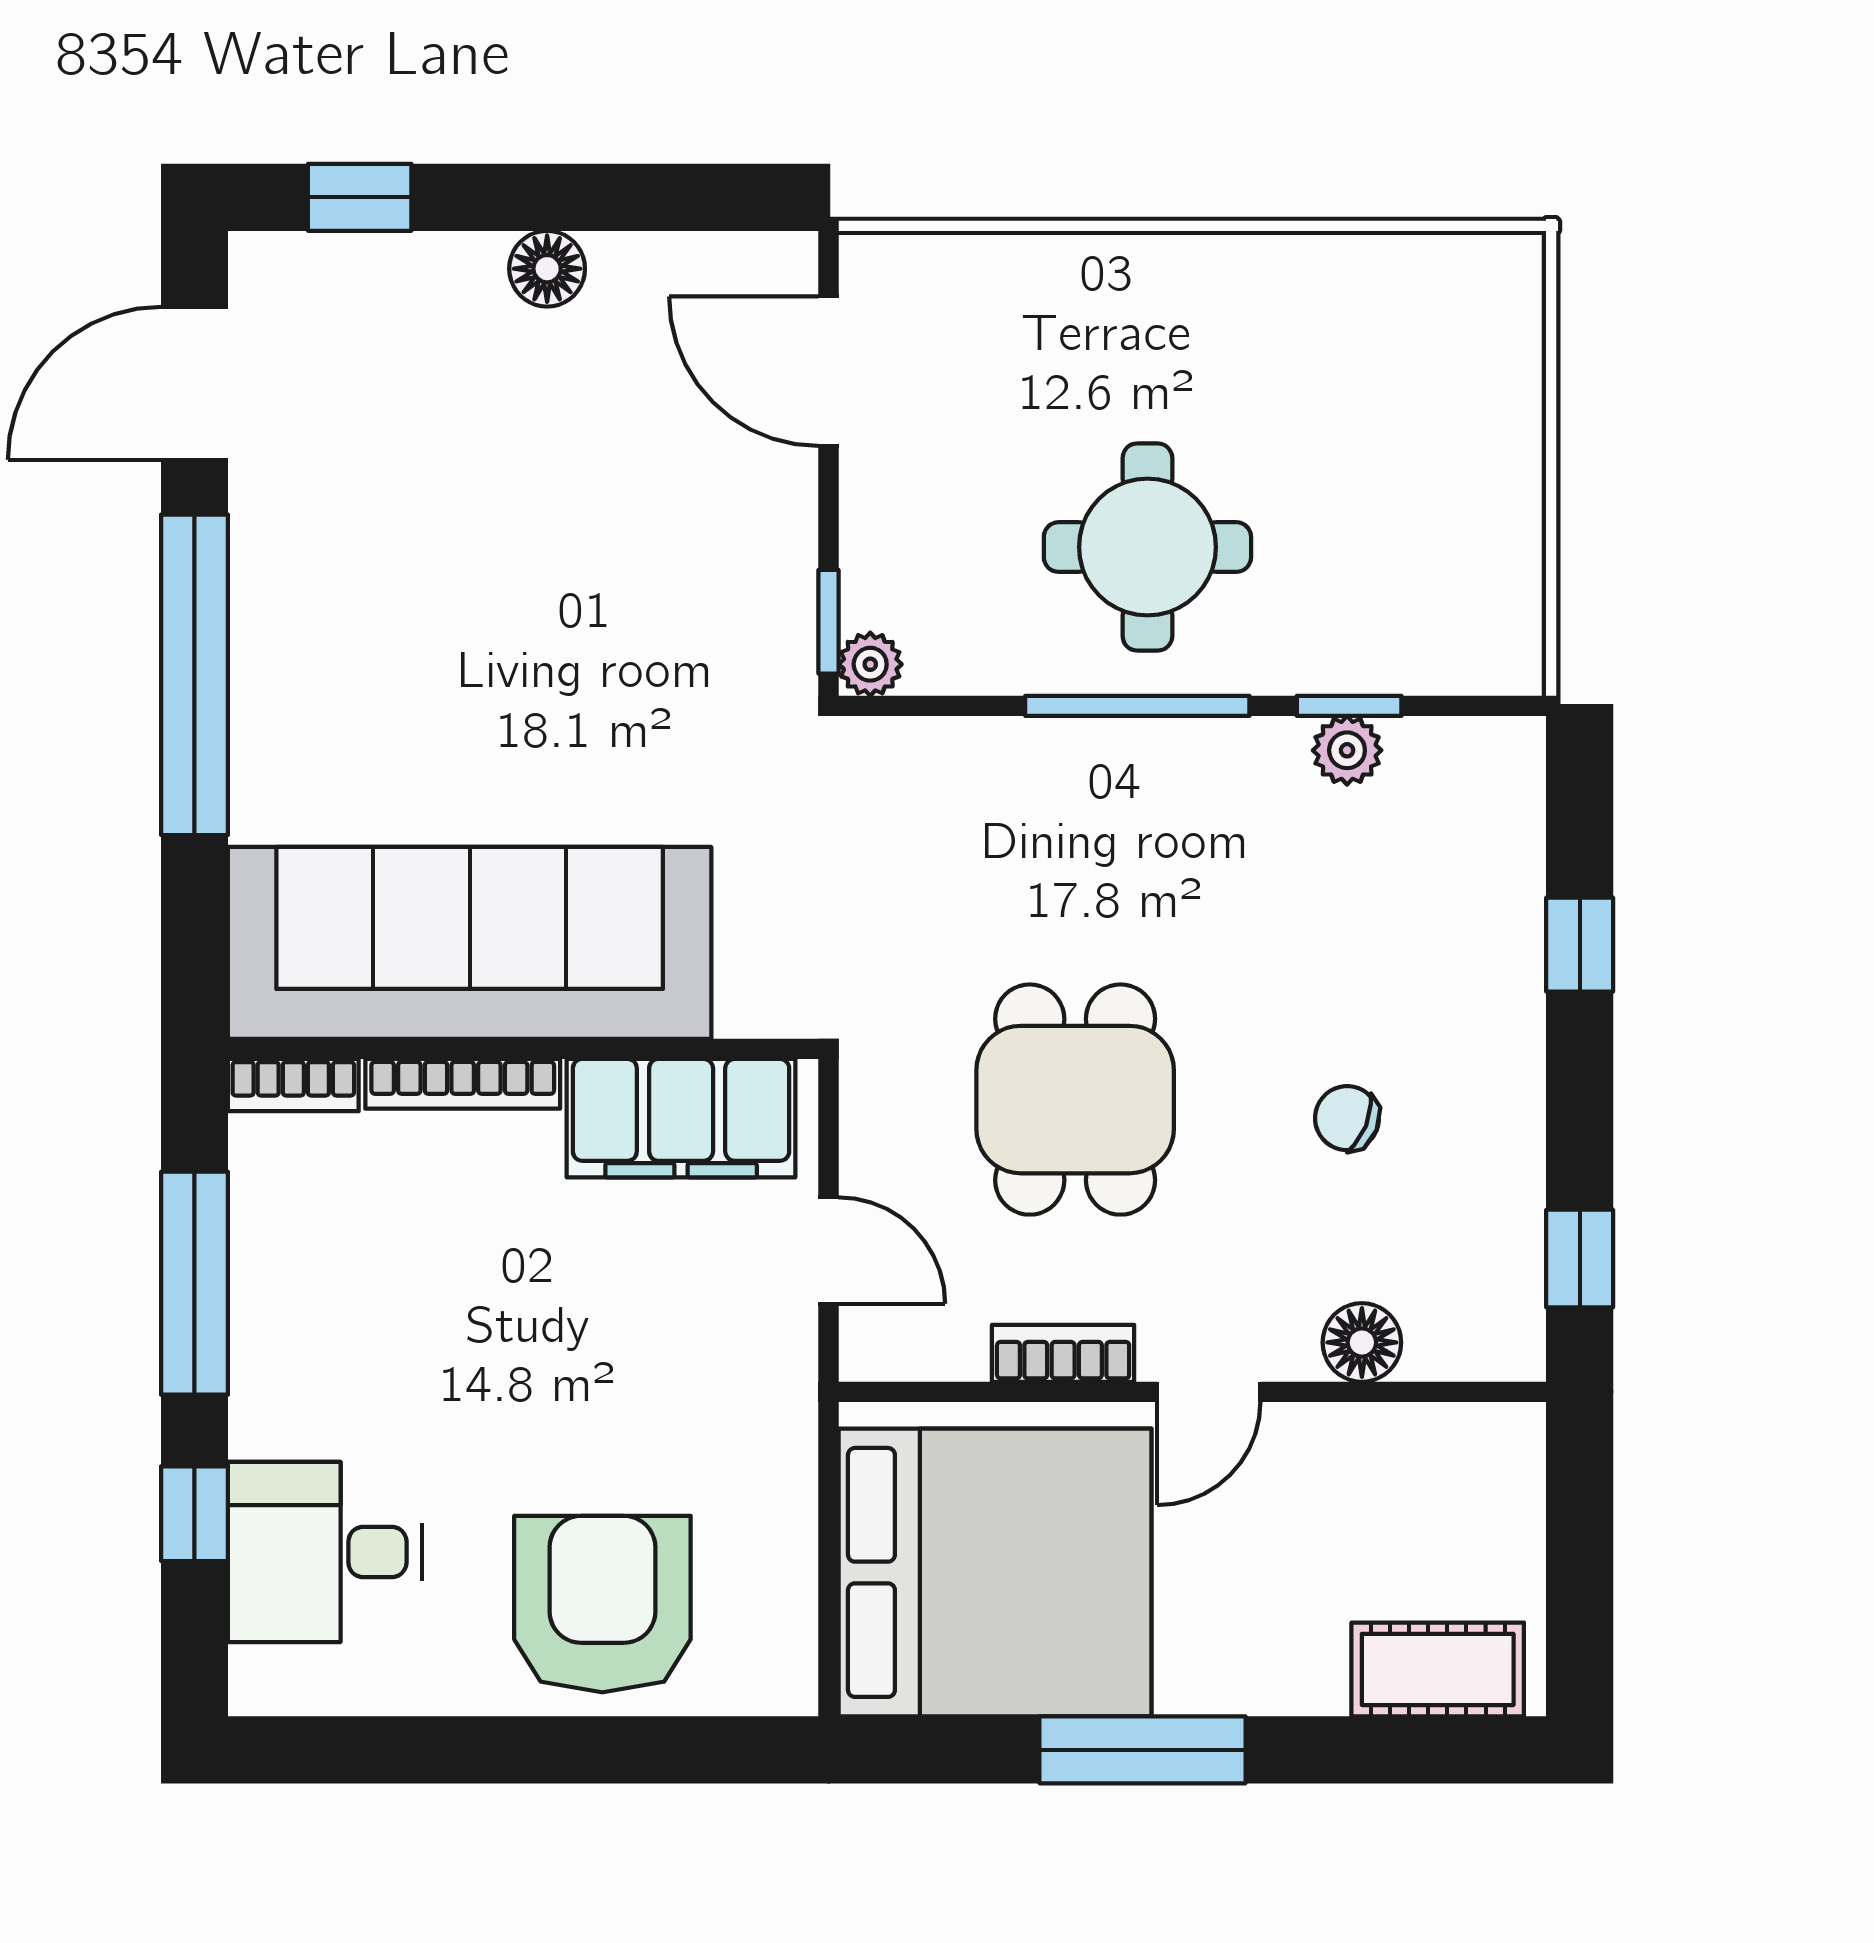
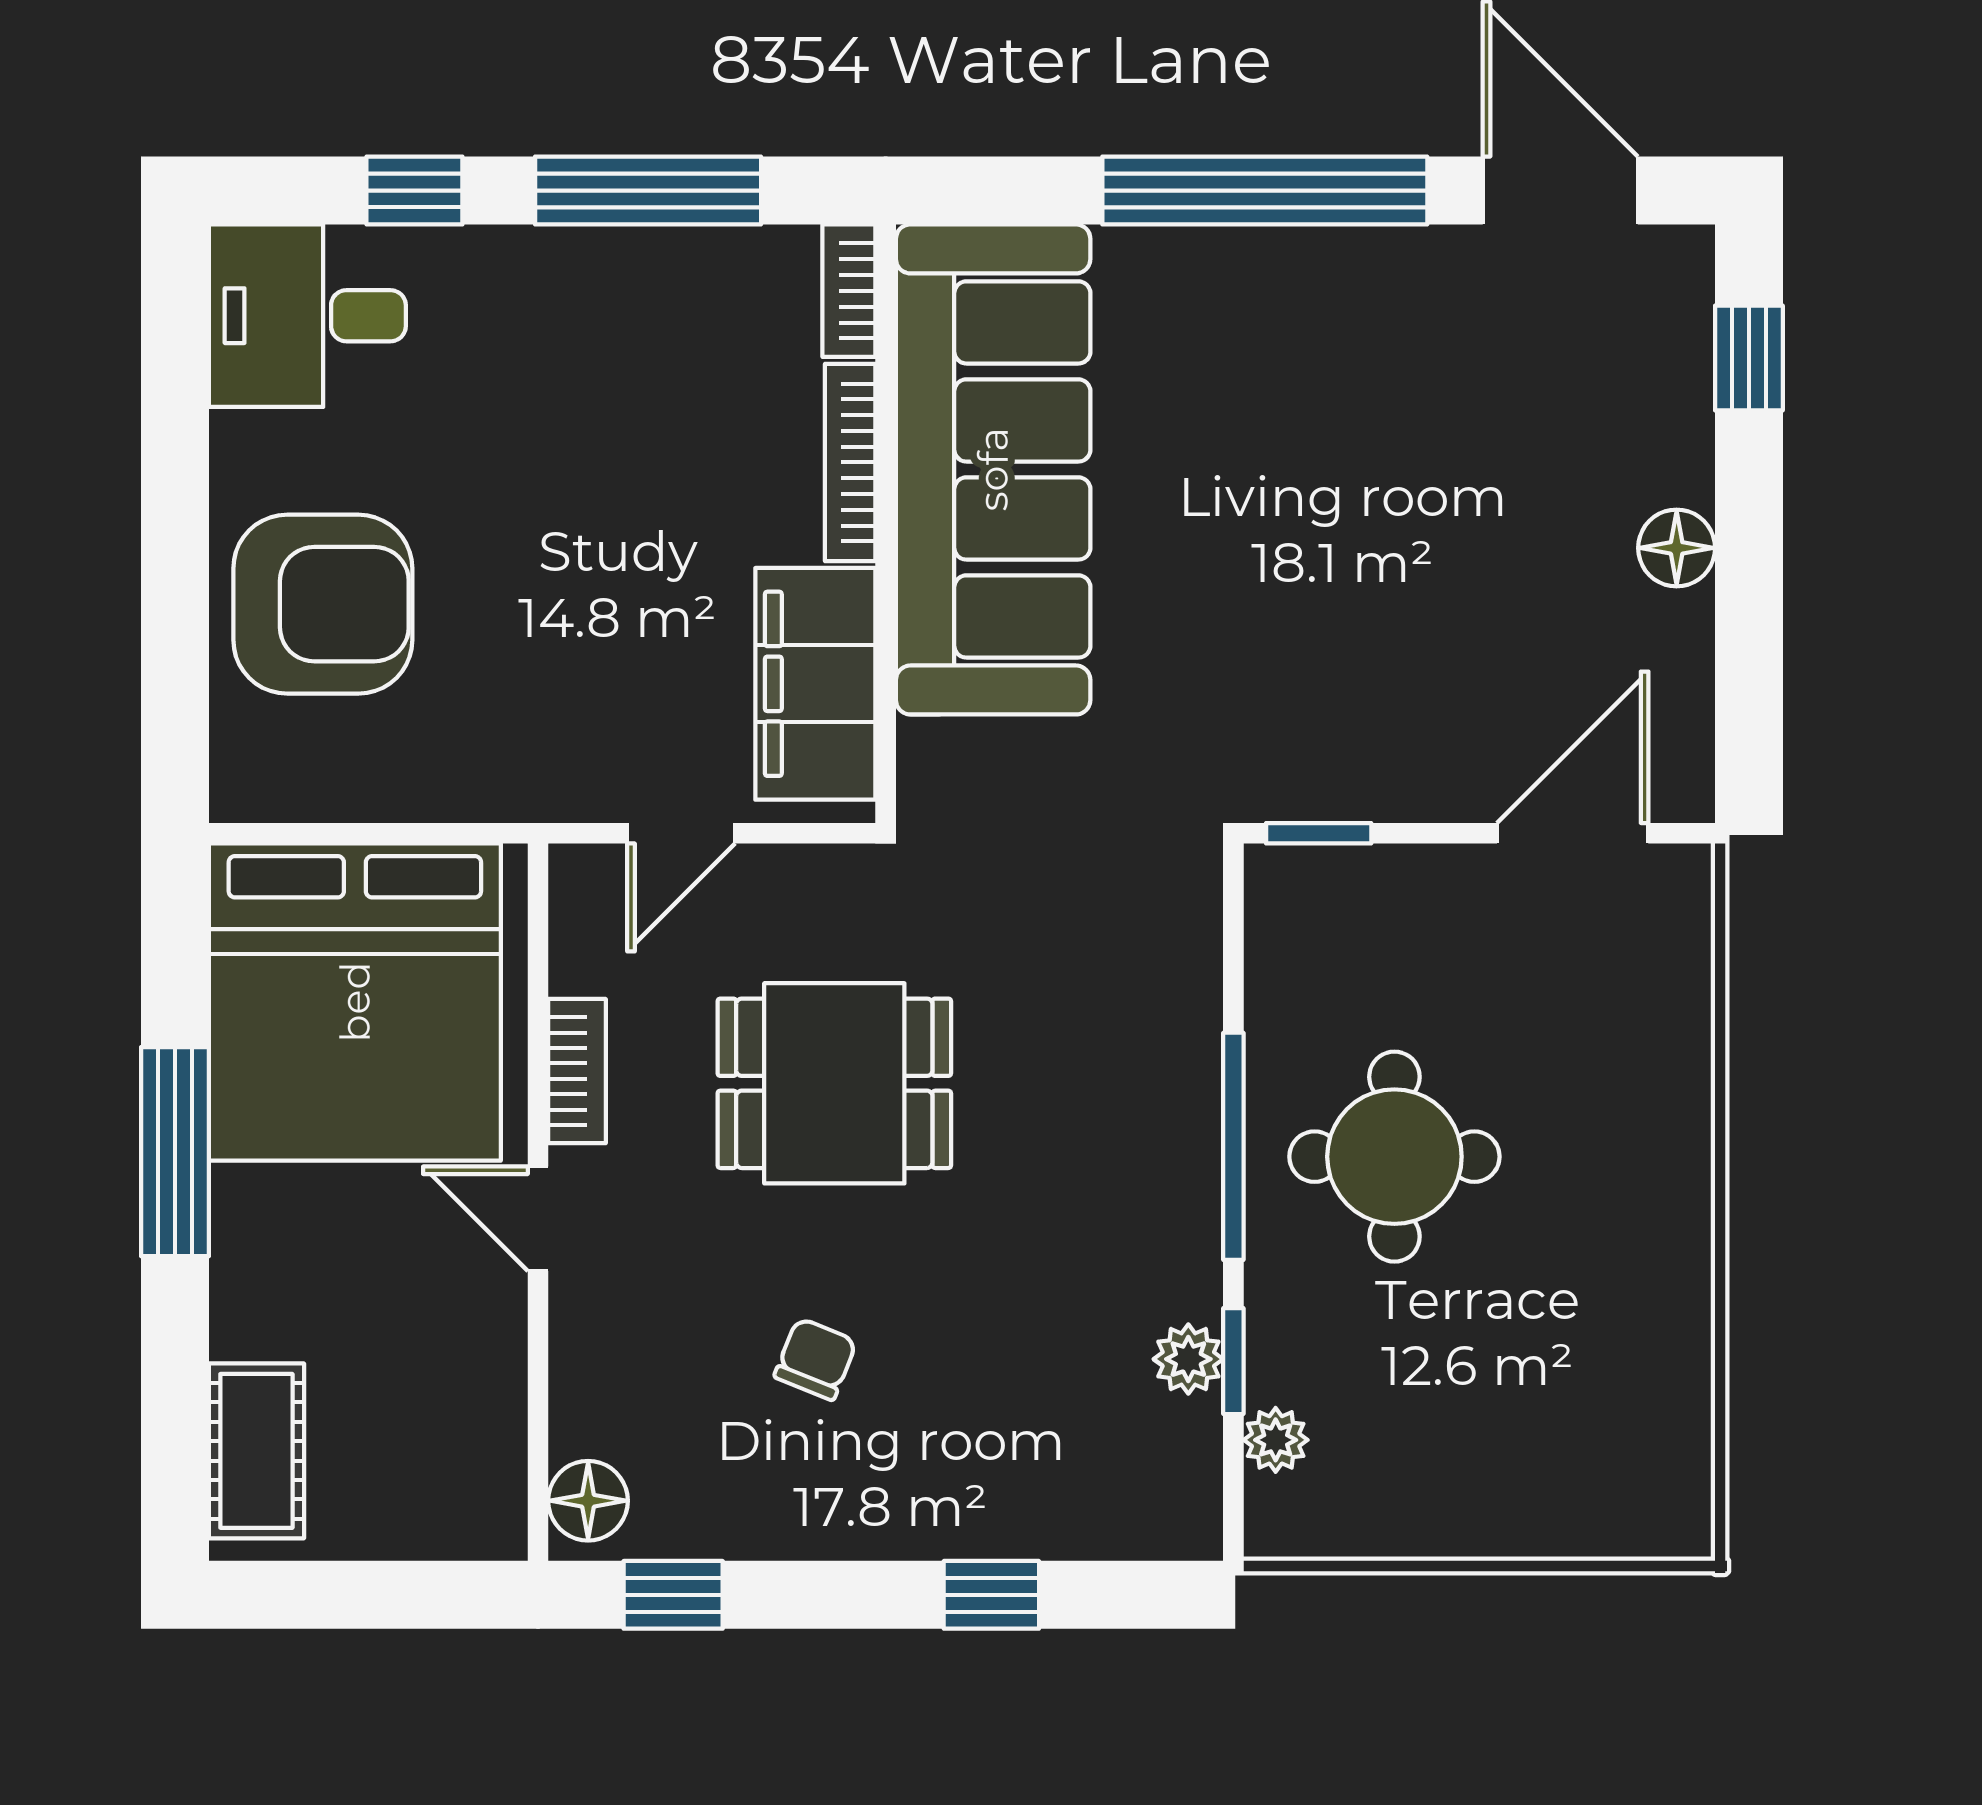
plant: (870, 664) -> (1276, 1440), moved
floor lamp: (1362, 1342) -> (588, 1501), moved
desk: (325, 1552) -> (307, 316), moved, turned -90

